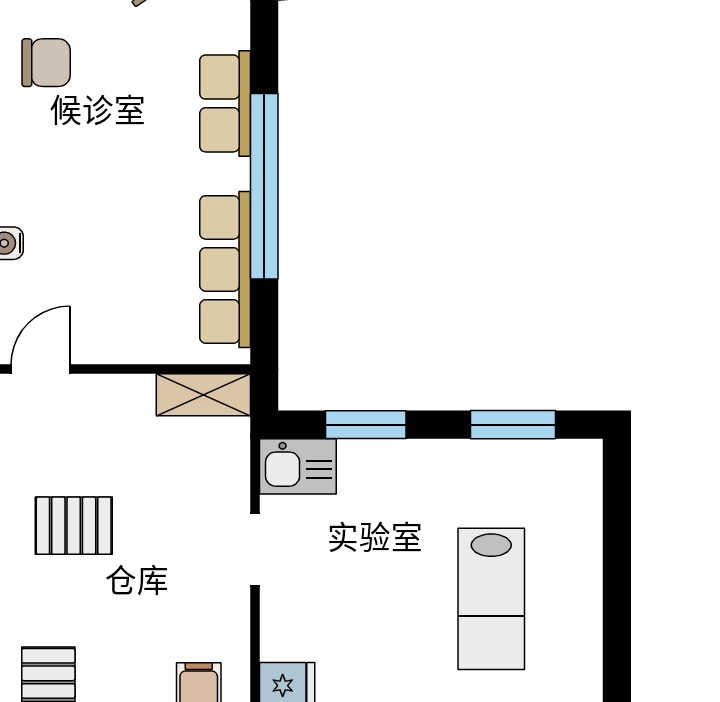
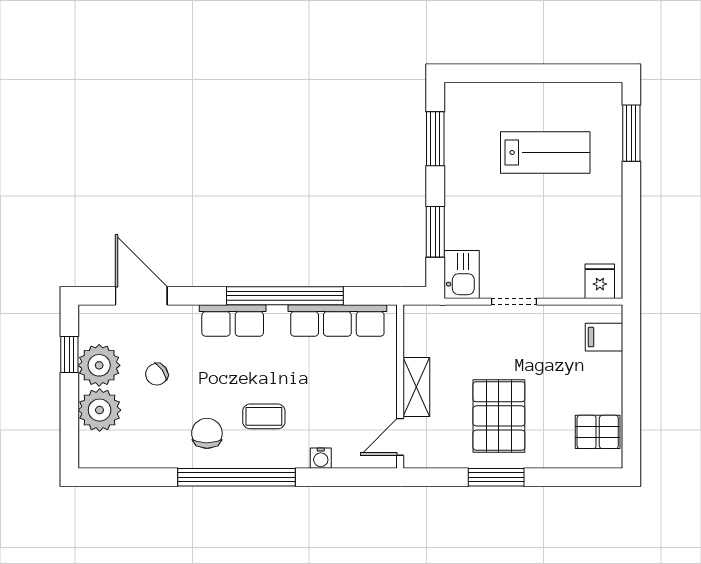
coffee table: (73, 153) -> (264, 416), added
door: (40, 369) -> (400, 437), hinge flipped
shelving: (203, 395) -> (416, 387), moved
pallet: (74, 526) -> (499, 416), width x1.50, depth x1.42

